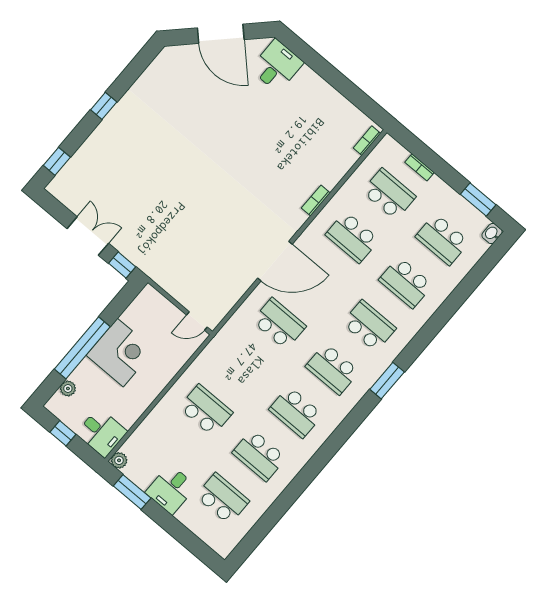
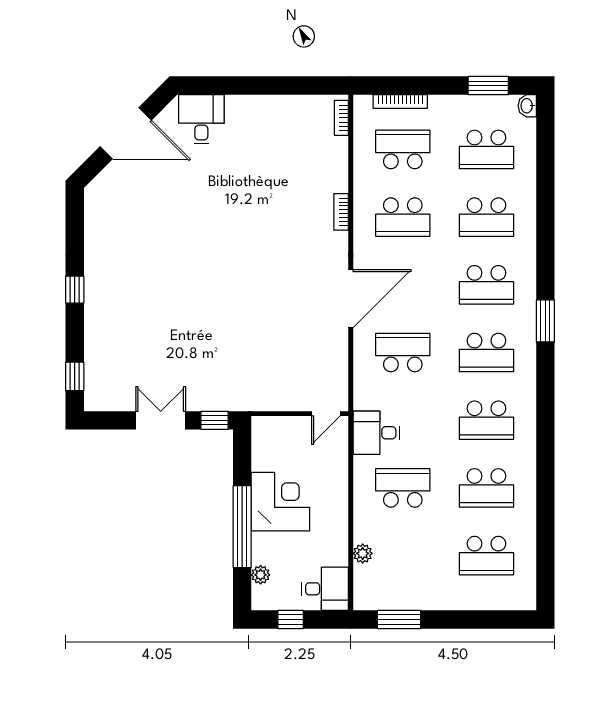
bookcase: (419, 167) -> (400, 102), width x1.56
school desk: (369, 326) -> (486, 285), turned 180
plant: (119, 460) -> (363, 553), moved
desk: (171, 489) -> (376, 433), moved, turned 90
school desk: (223, 499) -> (486, 556), turned 180

